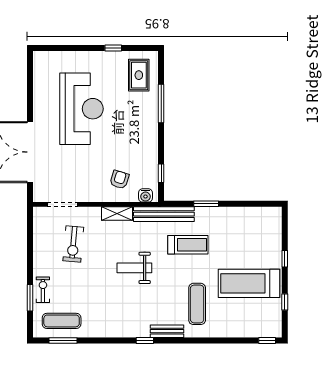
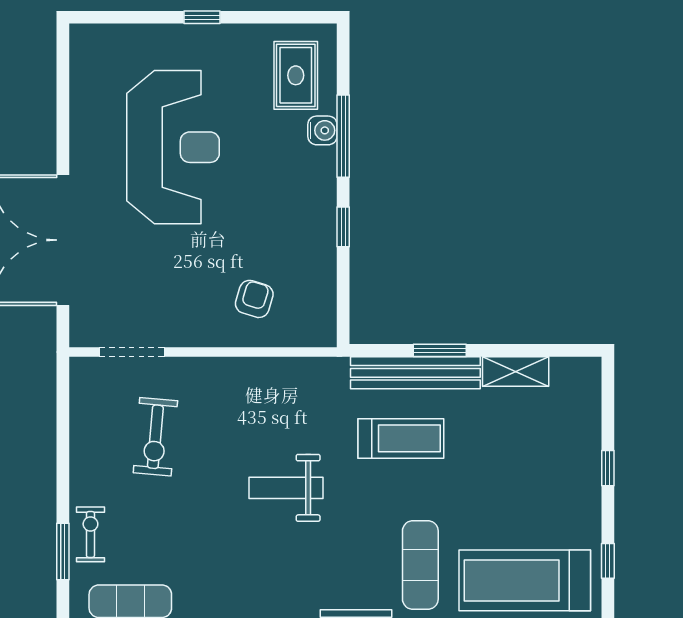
window: (113, 48) -> (202, 17), moved
window: (161, 173) -> (343, 227), moved
water cooler: (145, 195) -> (322, 130), moved, turned -90
shelving: (117, 214) -> (516, 372), moved
bench: (164, 214) -> (415, 373), moved
treadmill: (249, 283) -> (525, 580), moved

